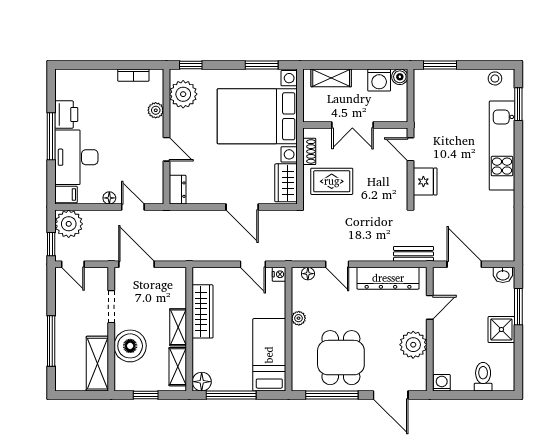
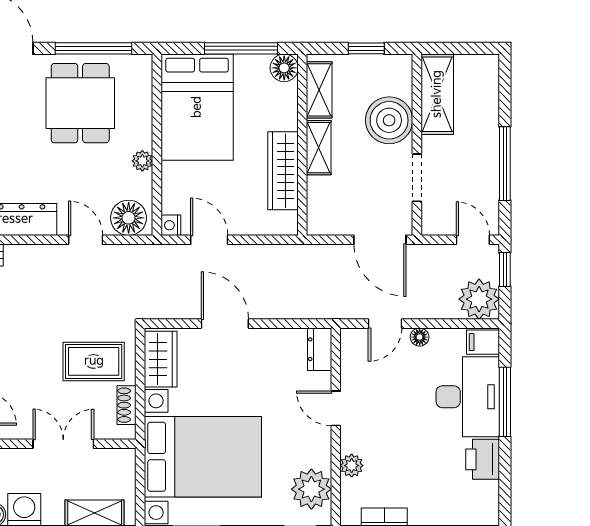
window: (51, 136) -> (505, 402), moved
door: (133, 207) -> (385, 324), hinge flipped
floor lamp: (308, 274) -> (129, 218), width x1.89, depth x1.89
window: (51, 341) -> (505, 164), moved
bed: (269, 355) -> (197, 107), width x1.50

